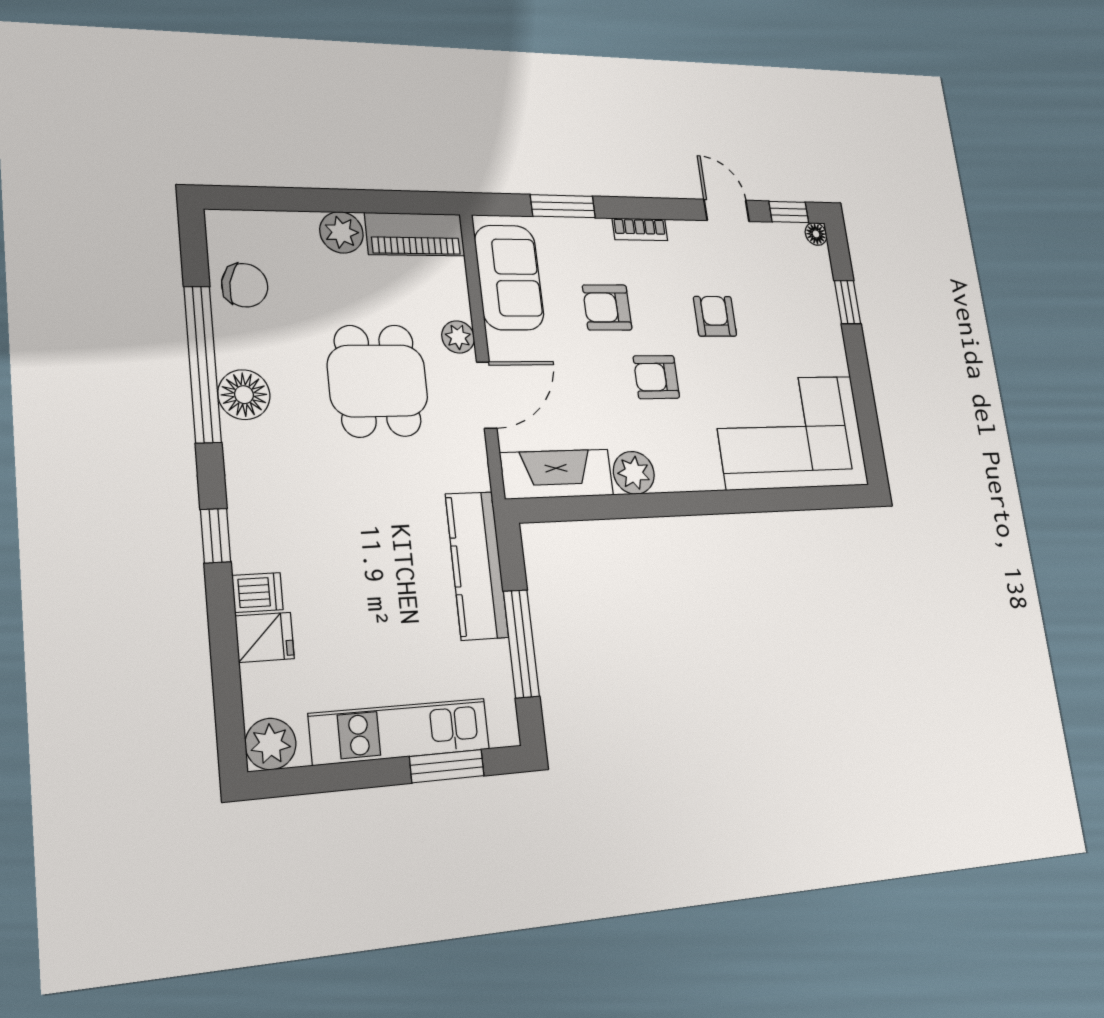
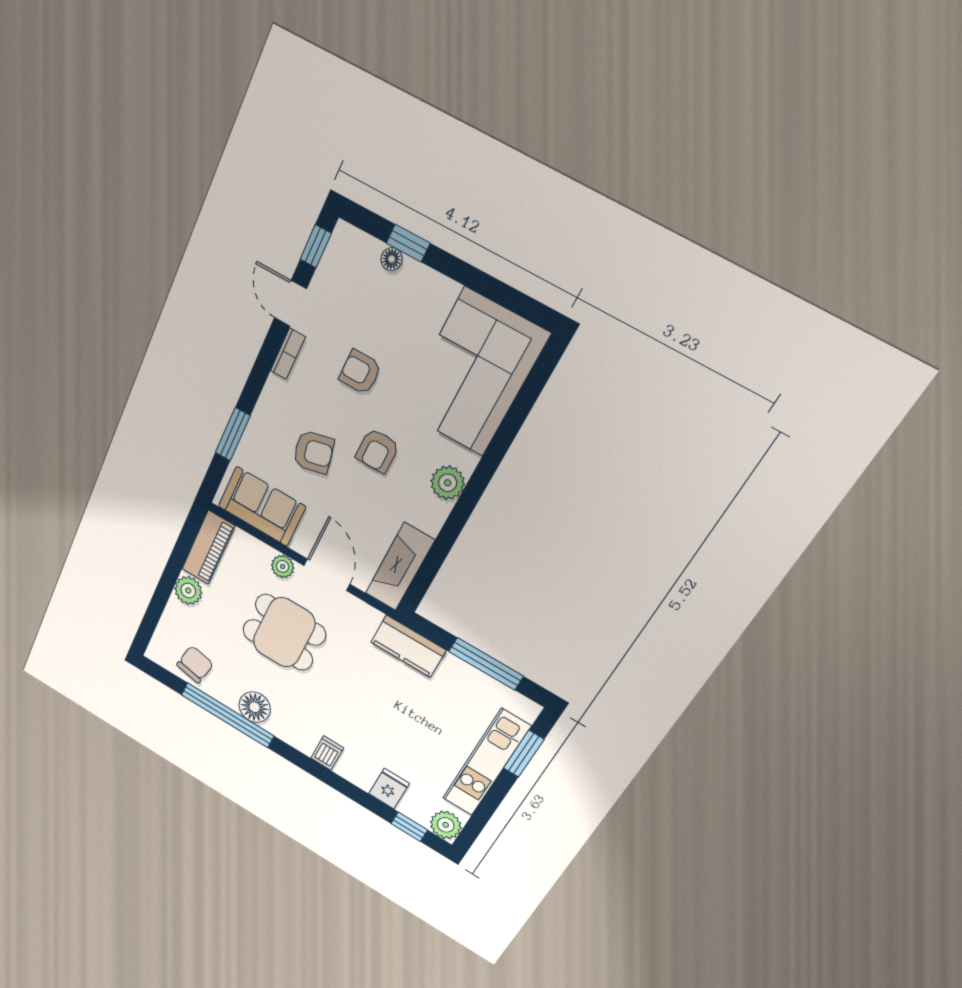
door: (727, 210) -> (291, 303), hinge flipped
bookcase: (640, 229) -> (288, 354), moved
floor lamp: (816, 234) -> (392, 259), moved
armchair: (607, 307) -> (313, 452), turned -103
plant: (634, 473) -> (448, 483), moved
window: (216, 536) -> (409, 827), moved
kitchen counter: (477, 565) -> (408, 646), width x0.67
dishwasher: (258, 592) -> (327, 753), moved

